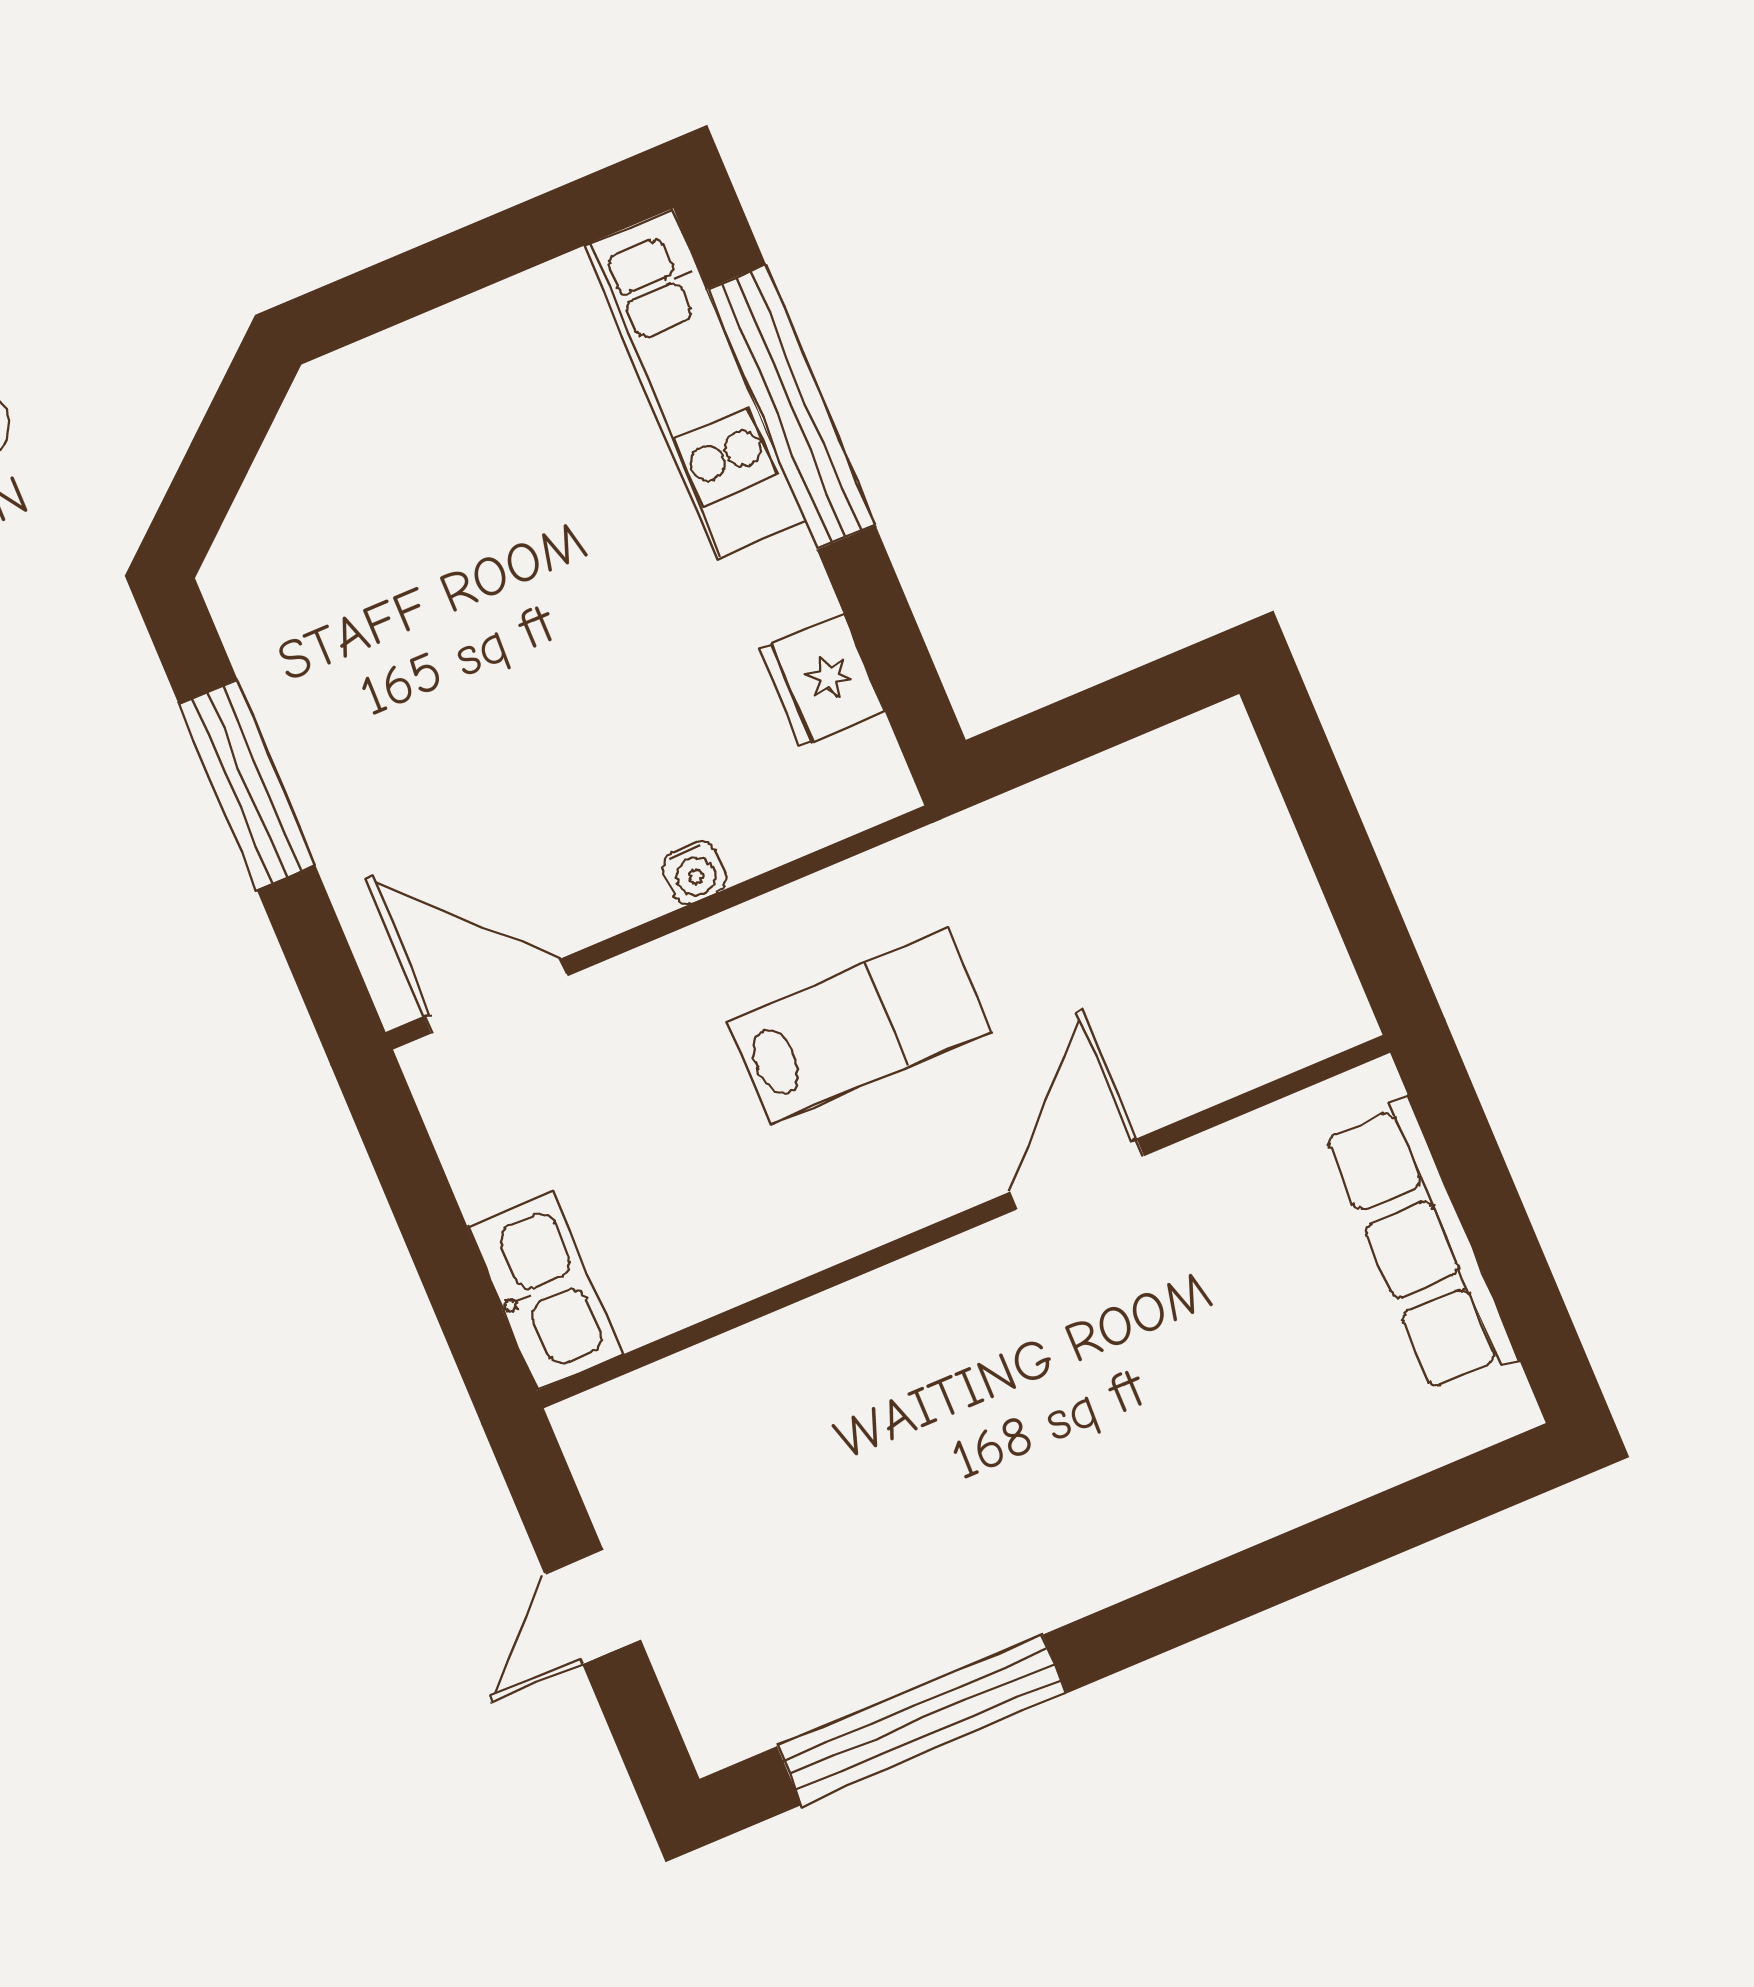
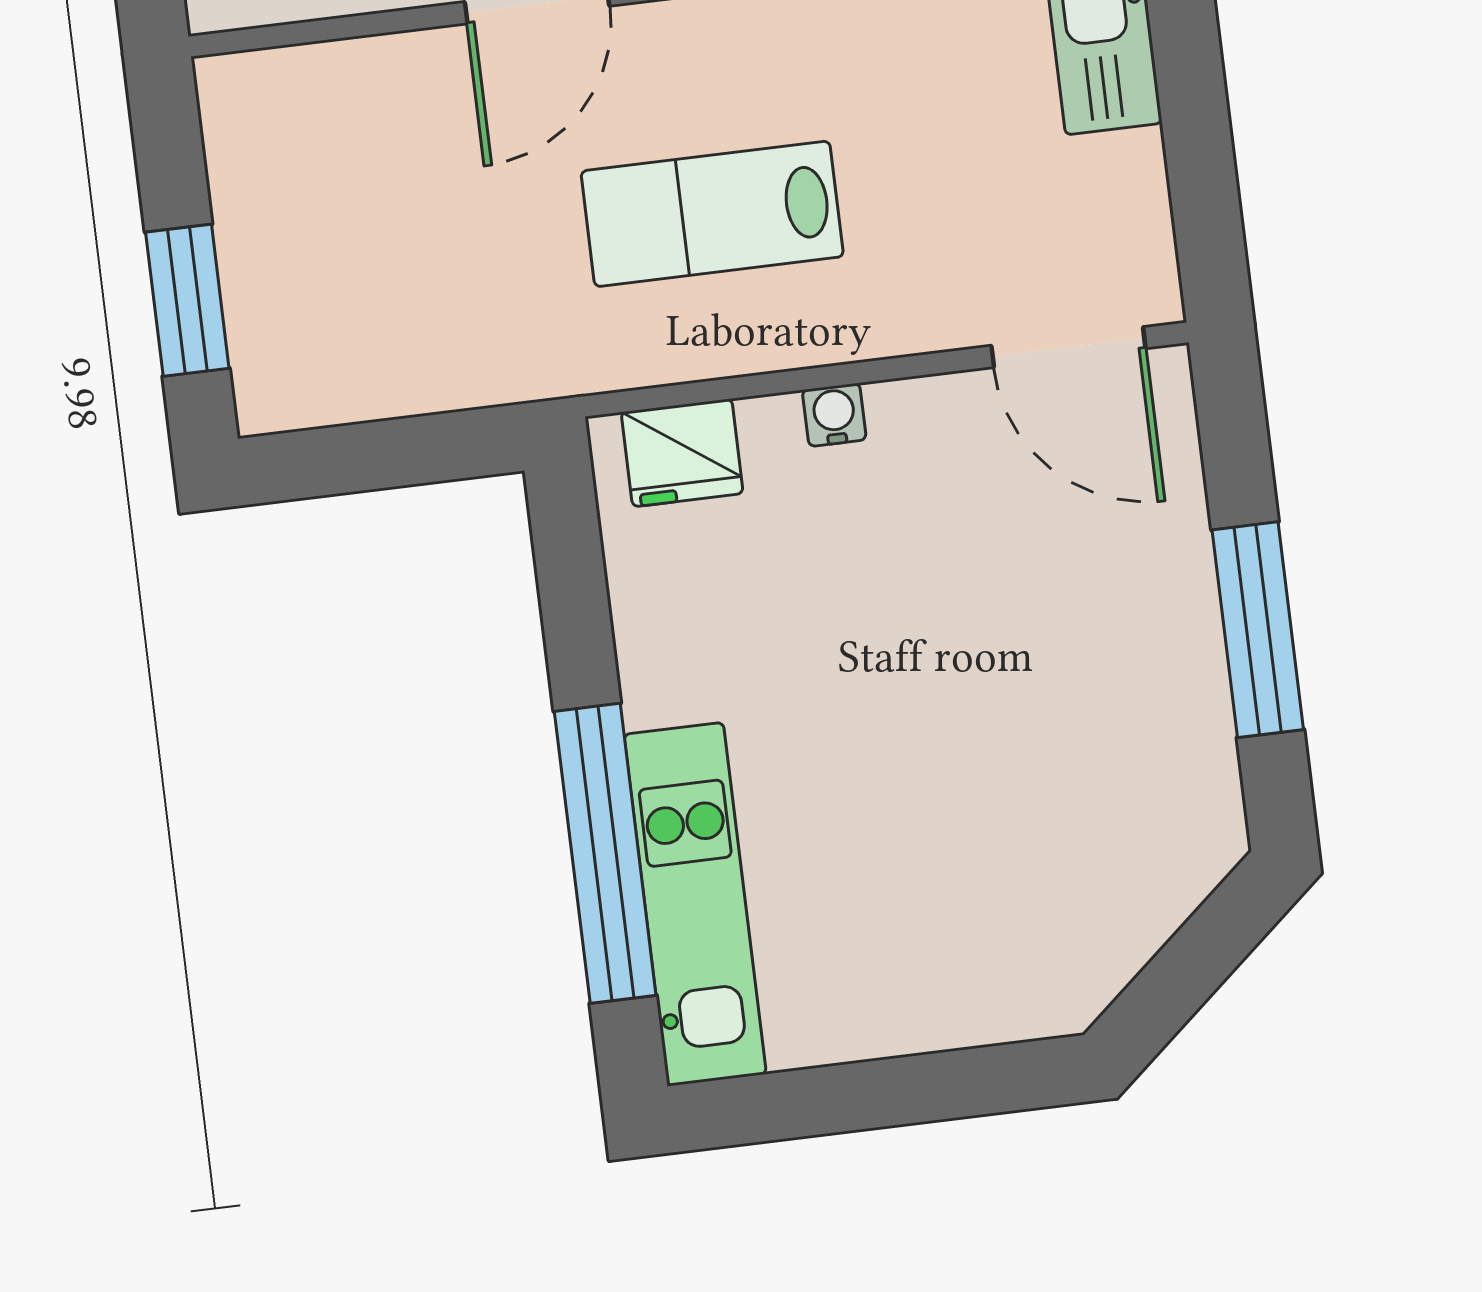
fridge: (822, 680) -> (682, 453), moved, turned 90
window: (1322, 809) -> (187, 300), added

